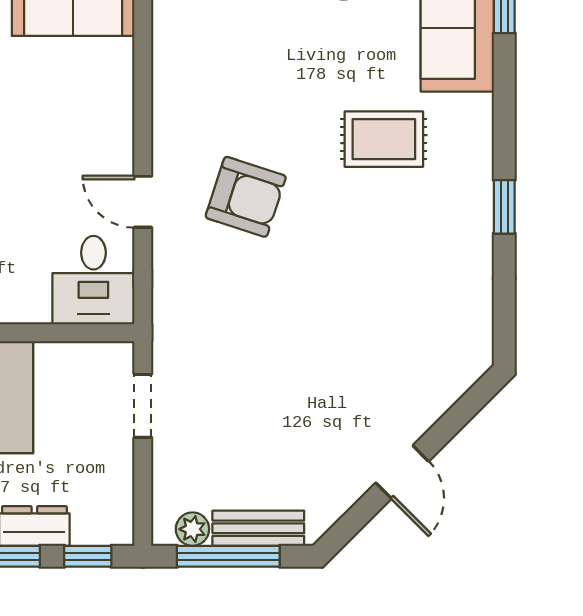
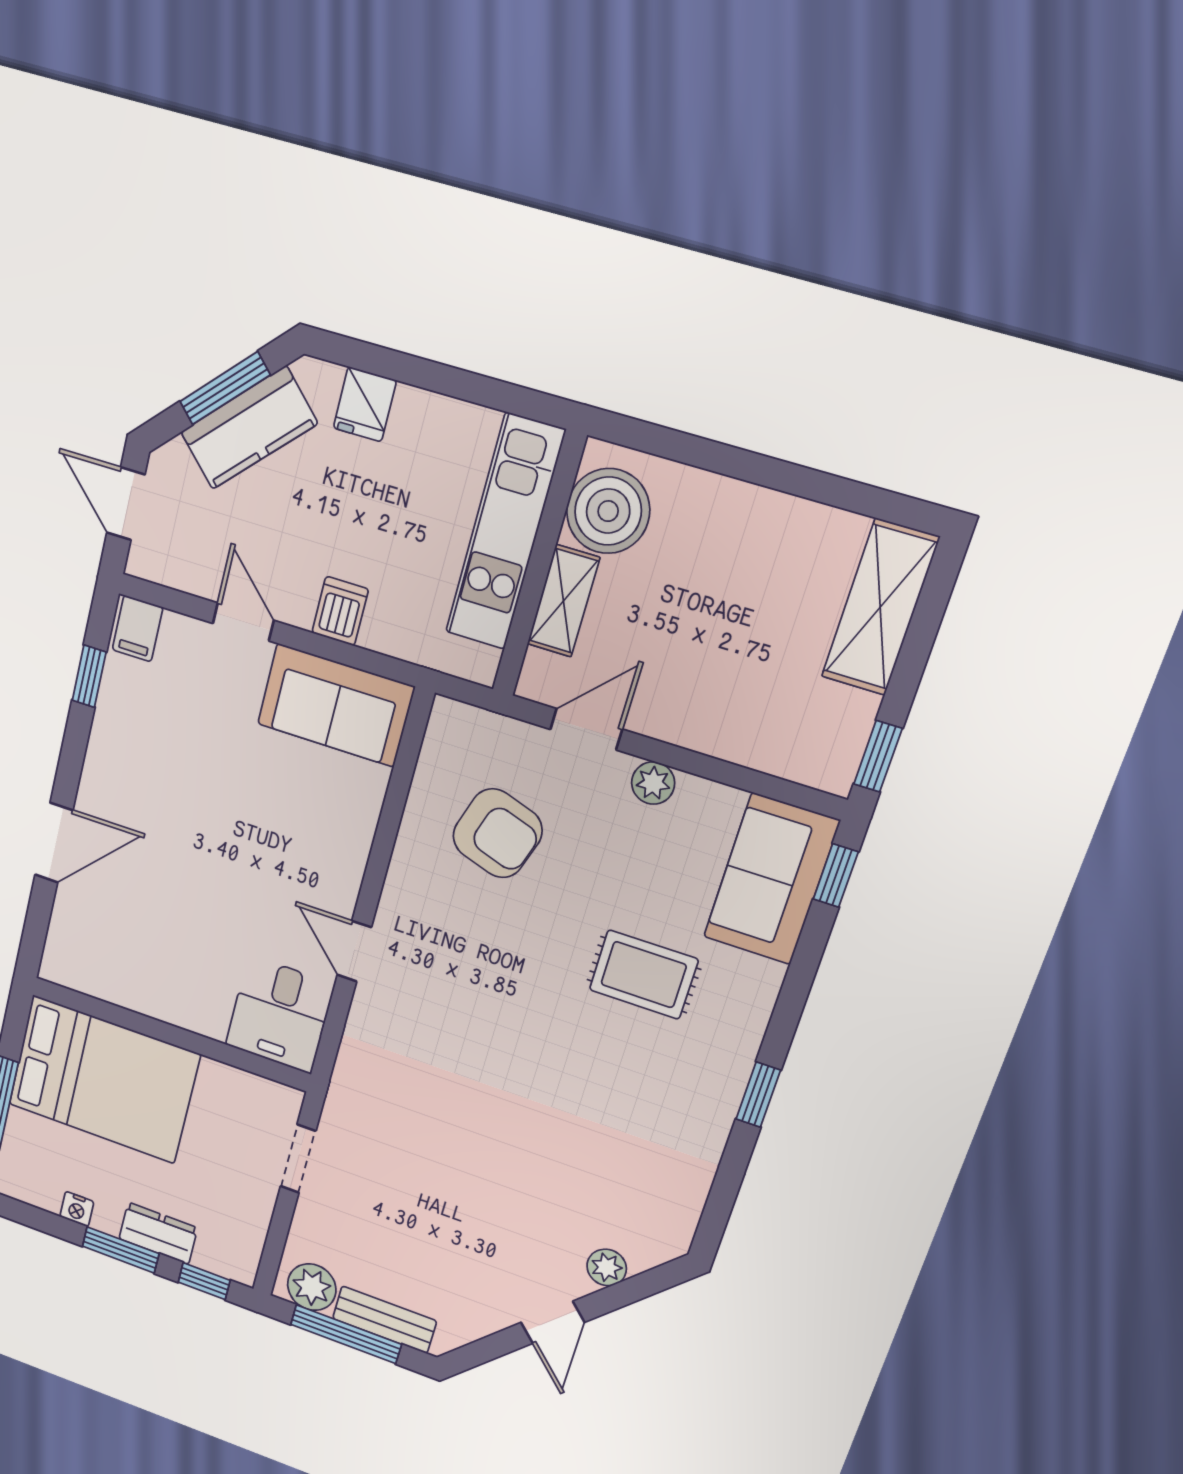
armchair: (246, 197) -> (498, 833), moved
plant: (432, 404) -> (607, 1267), added
plant: (192, 529) -> (312, 1287), width x1.38, depth x1.38

